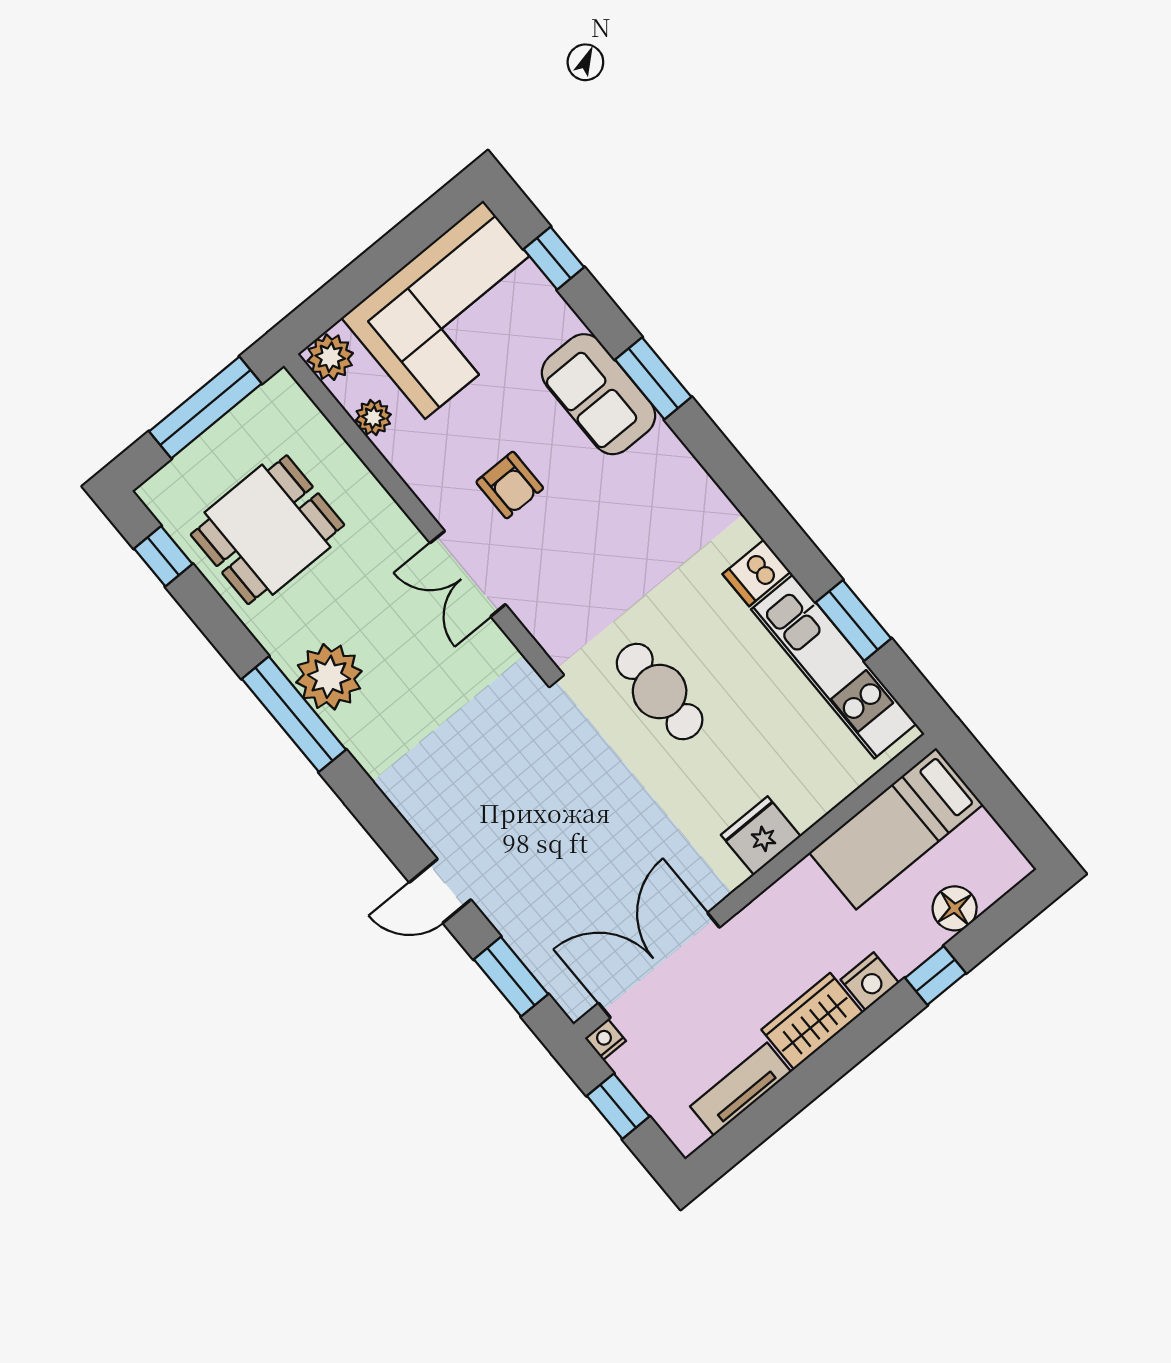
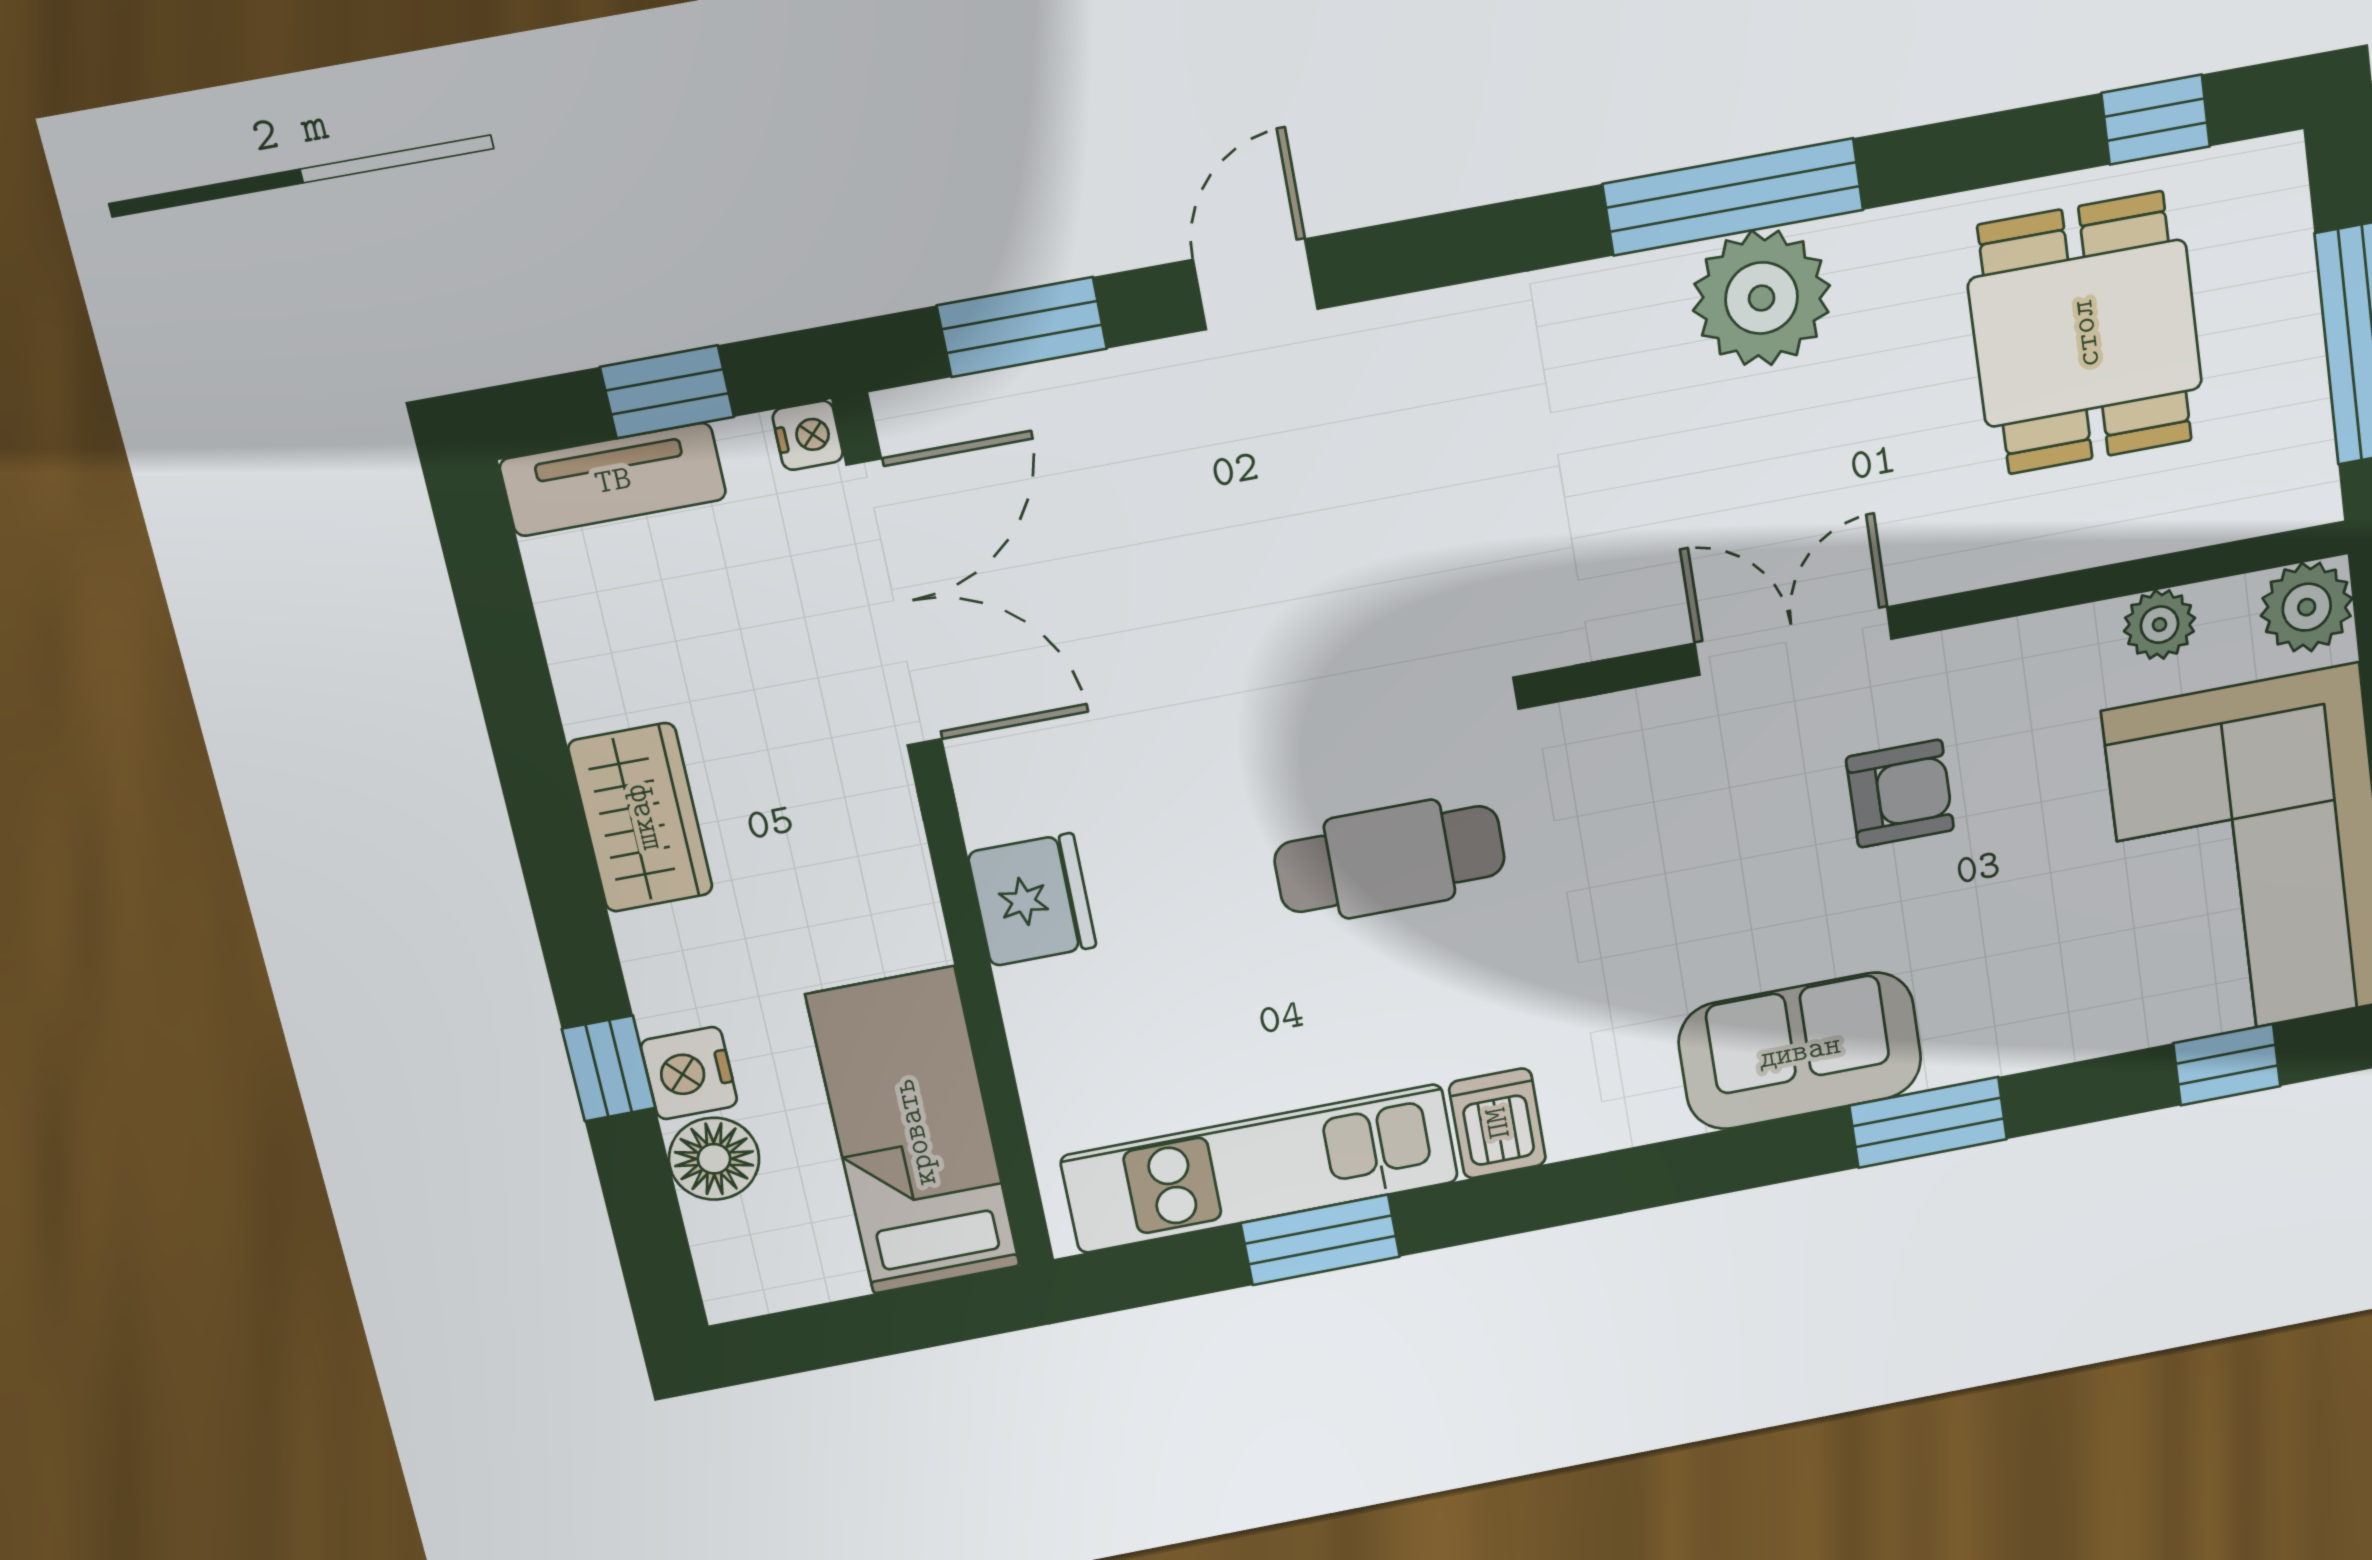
sofa: (598, 394) -> (1800, 1051), moved
armchair: (510, 485) -> (1900, 794), turned 180
nightstand: (870, 981) -> (689, 1073), moved
tv unit: (741, 1089) -> (613, 480), moved, turned 90

